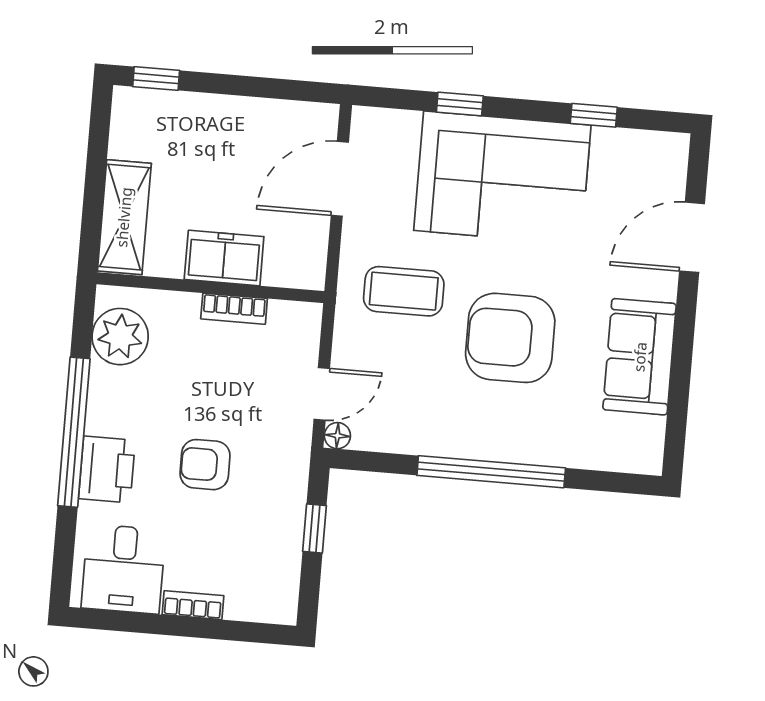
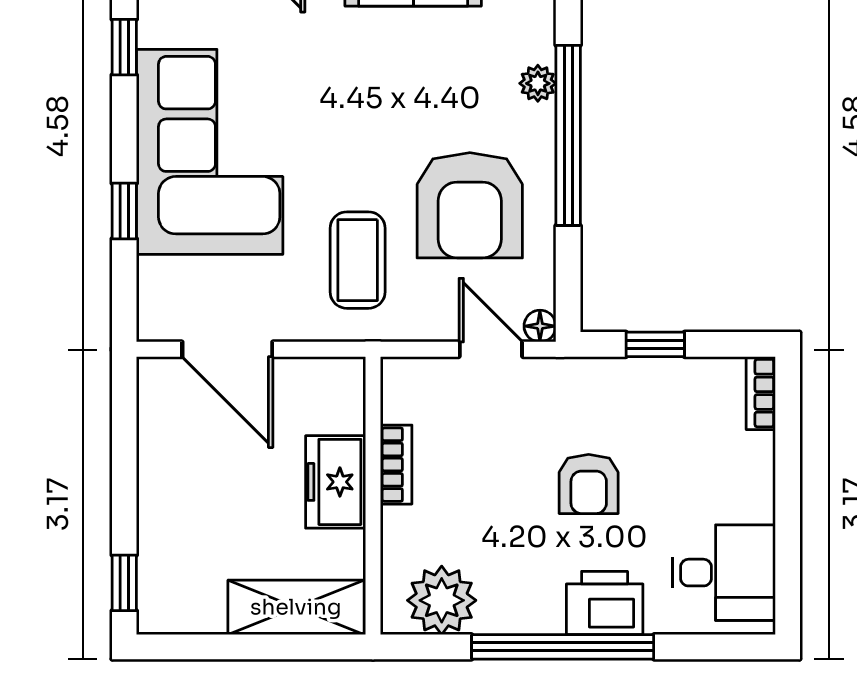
armchair: (510, 338) -> (470, 205), moved
plant: (536, 450) -> (538, 83), added
bookcase: (193, 605) -> (761, 393), moved

